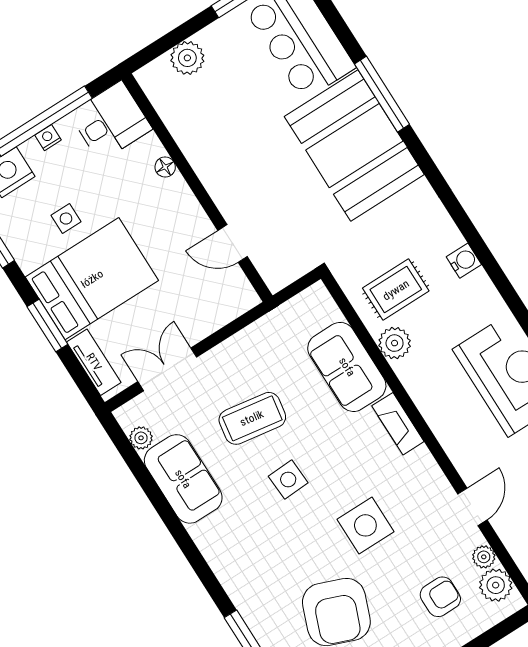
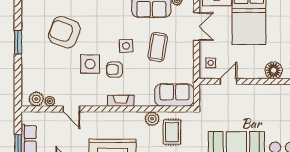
floor lamp: (165, 167) -> (274, 70), width x1.89, depth x1.89
side table: (66, 219) -> (211, 63), moved
sofa: (347, 367) -> (174, 95), moved
armchair: (440, 597) -> (114, 70), moved, turned 90

